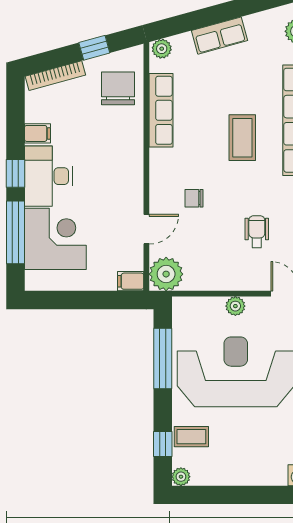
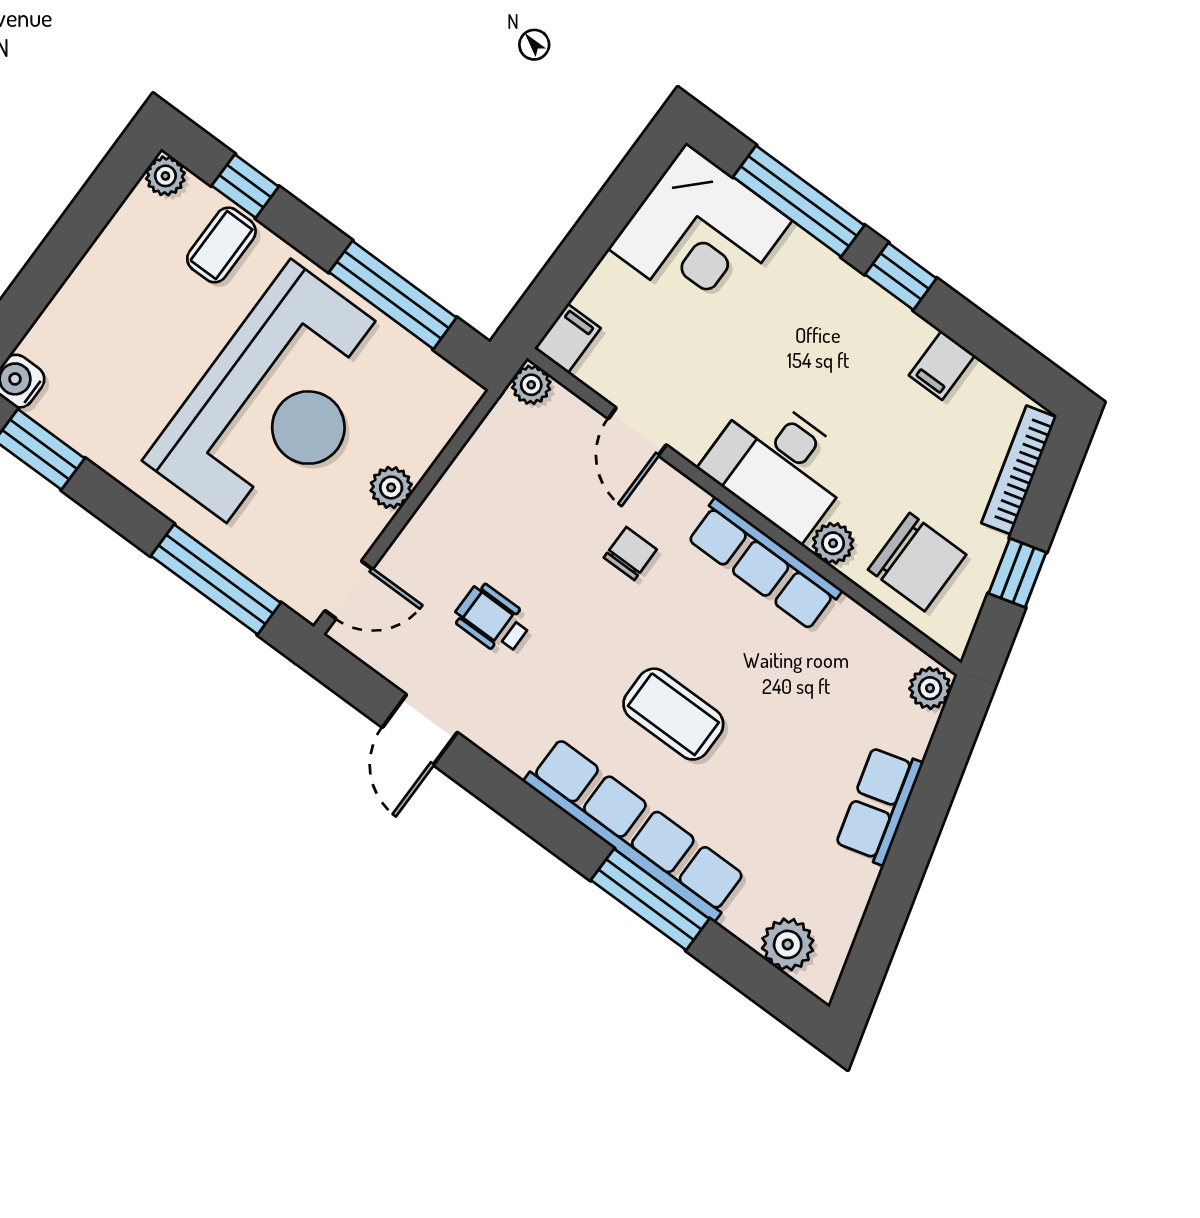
row of seats: (161, 110) -> (764, 564), moved
plant: (134, 125) -> (833, 543), added
desk: (48, 176) -> (779, 465), moved, turned 180
wheelchair: (257, 232) -> (492, 619), turned 180
corner desk: (55, 239) -> (700, 235), moved
plant: (166, 274) -> (531, 385), width x0.53, depth x0.53

